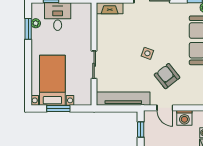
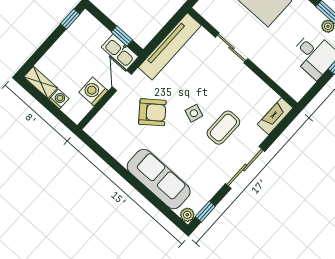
coffee table: (141, 30) -> (223, 128), added
door: (165, 108) -> (122, 81), hinge flipped
kitchen sink: (150, 123) -> (120, 52), added

